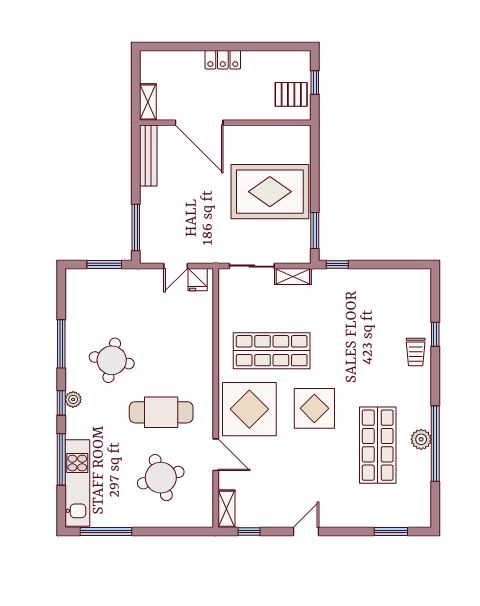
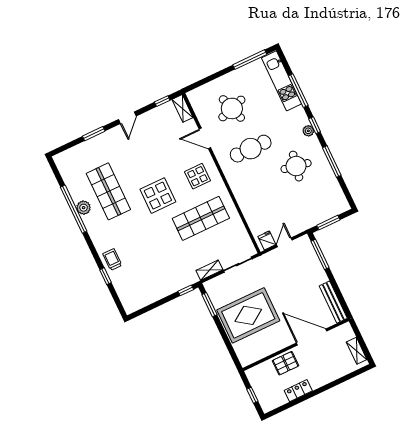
locker: (223, 60) -> (298, 391), moved
pallet: (291, 94) -> (285, 363), moved
shelving: (148, 102) -> (357, 351), moved
display table: (249, 409) -> (197, 176), width x0.54, depth x0.54
window: (391, 531) -> (94, 134), moved

